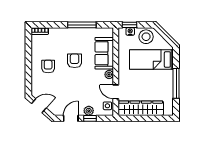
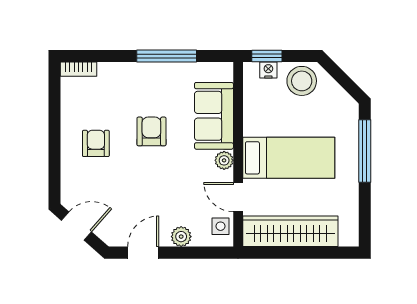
bed: (151, 59) -> (289, 158), moved, turned 180
window: (176, 83) -> (365, 151), moved
window: (90, 118) -> (184, 253), removed

